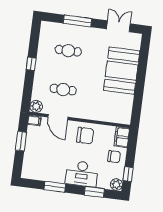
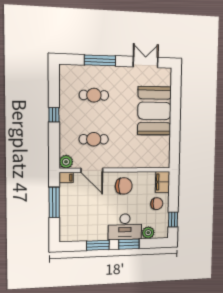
window: (21, 141) -> (54, 202), width x1.44
plant: (116, 185) -> (148, 233), moved
window: (94, 192) -> (129, 244), moved

